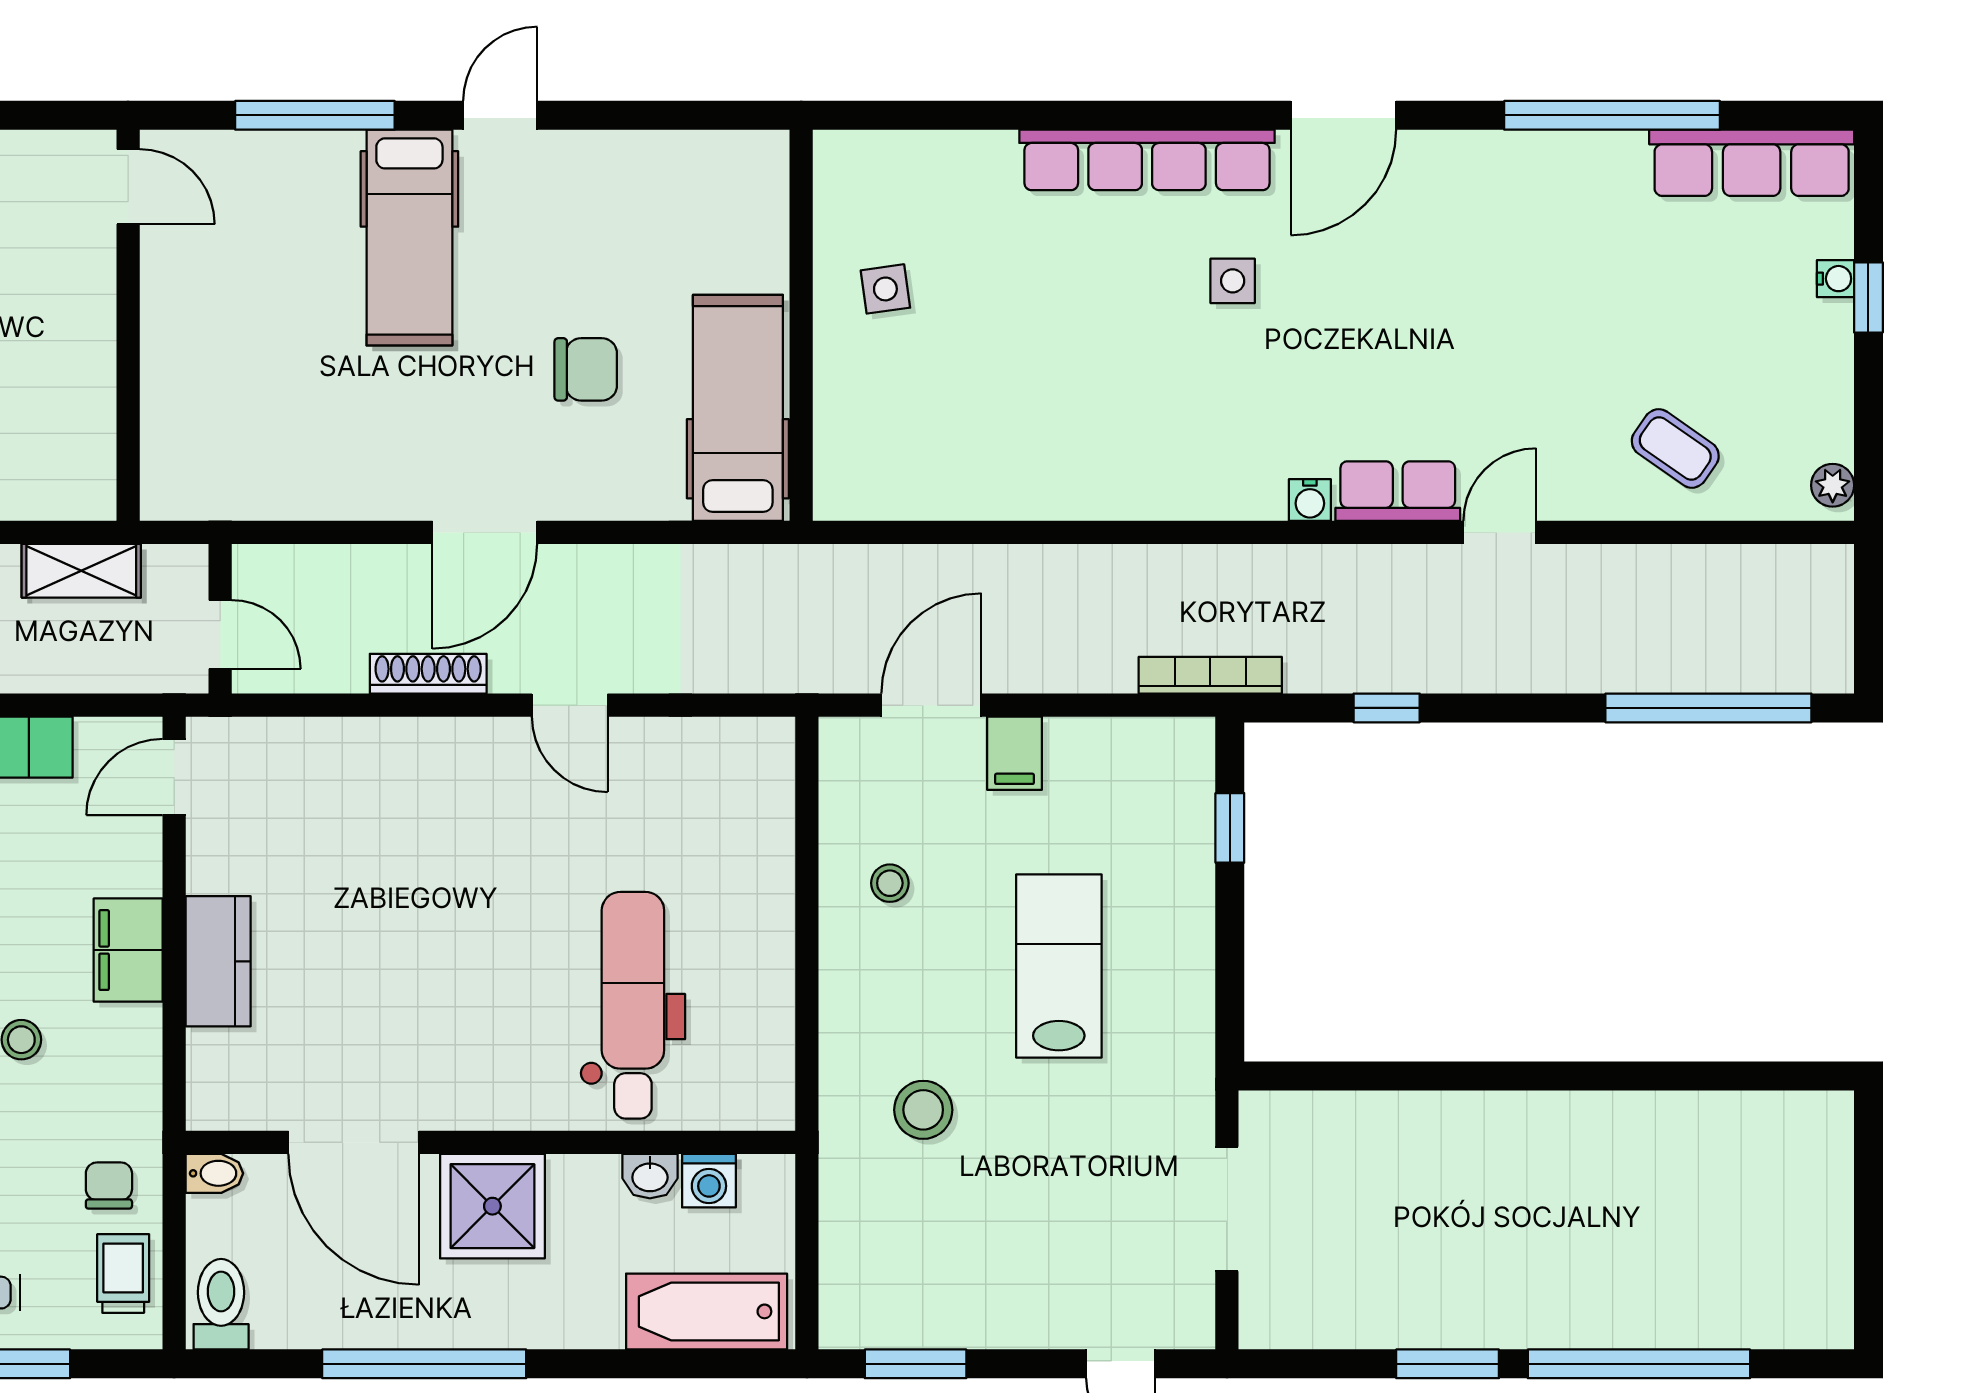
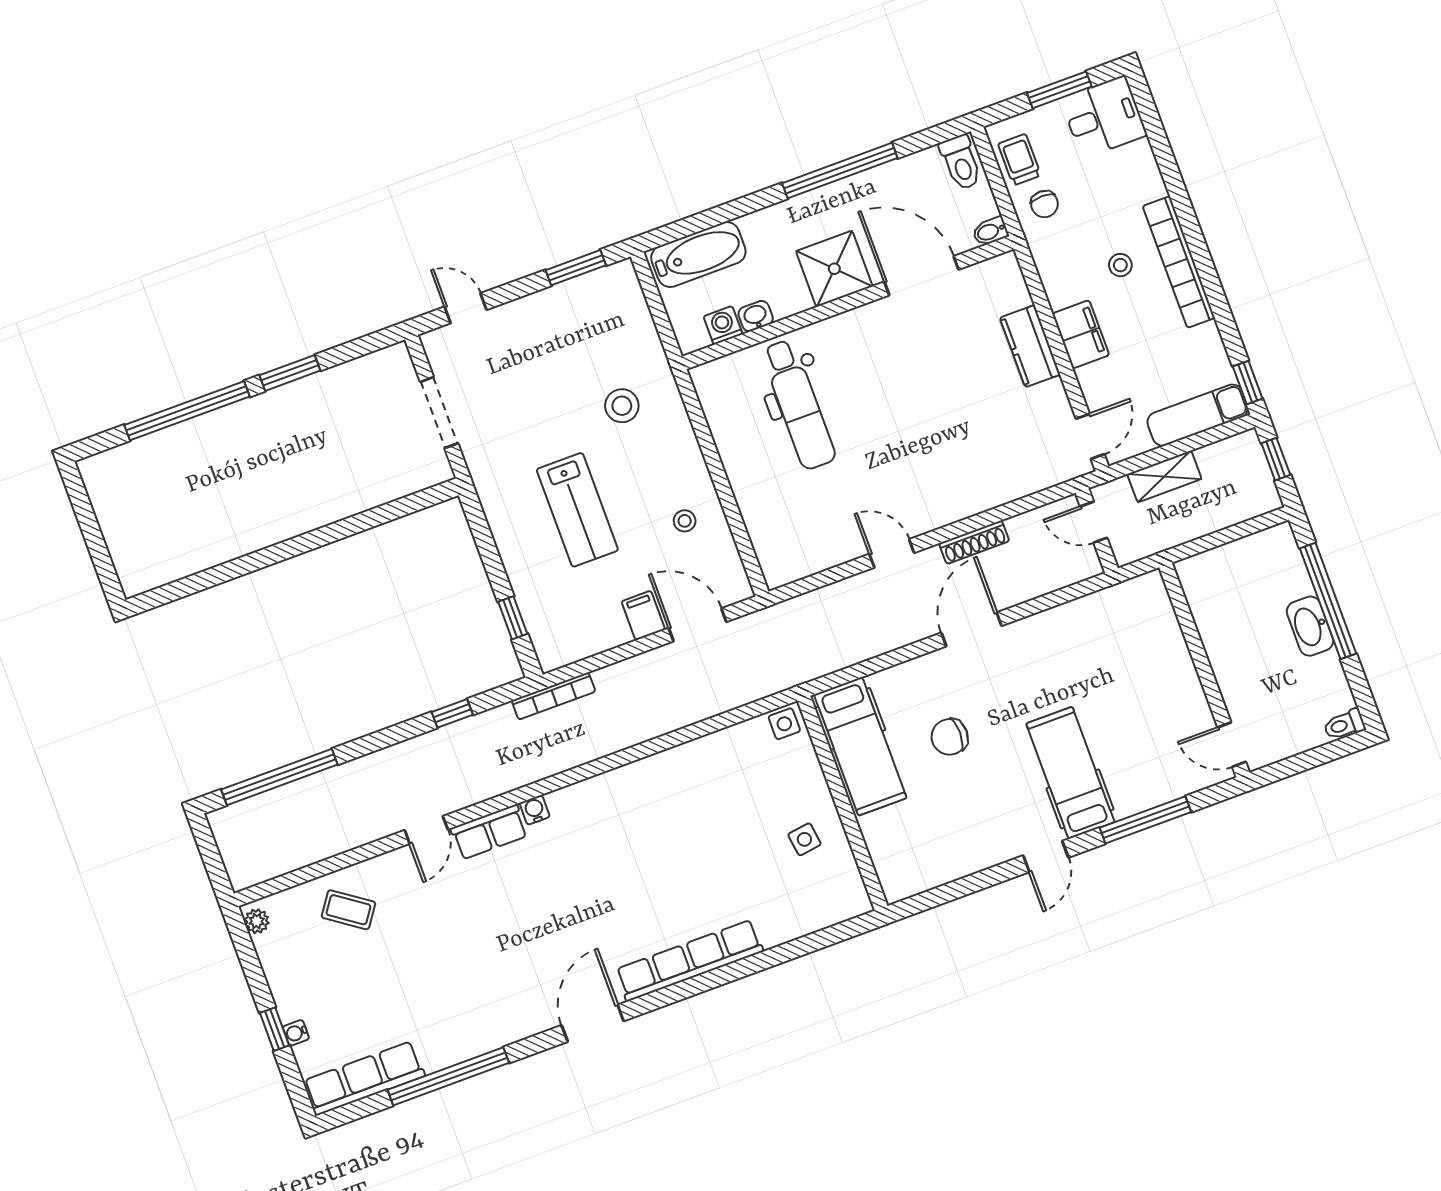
side table: (1233, 281) -> (784, 724), moved
shelving: (81, 571) -> (1164, 476), moved
door: (931, 705) -> (698, 625), swing flipped
trolley: (123, 1273) -> (1019, 160), turned 180

